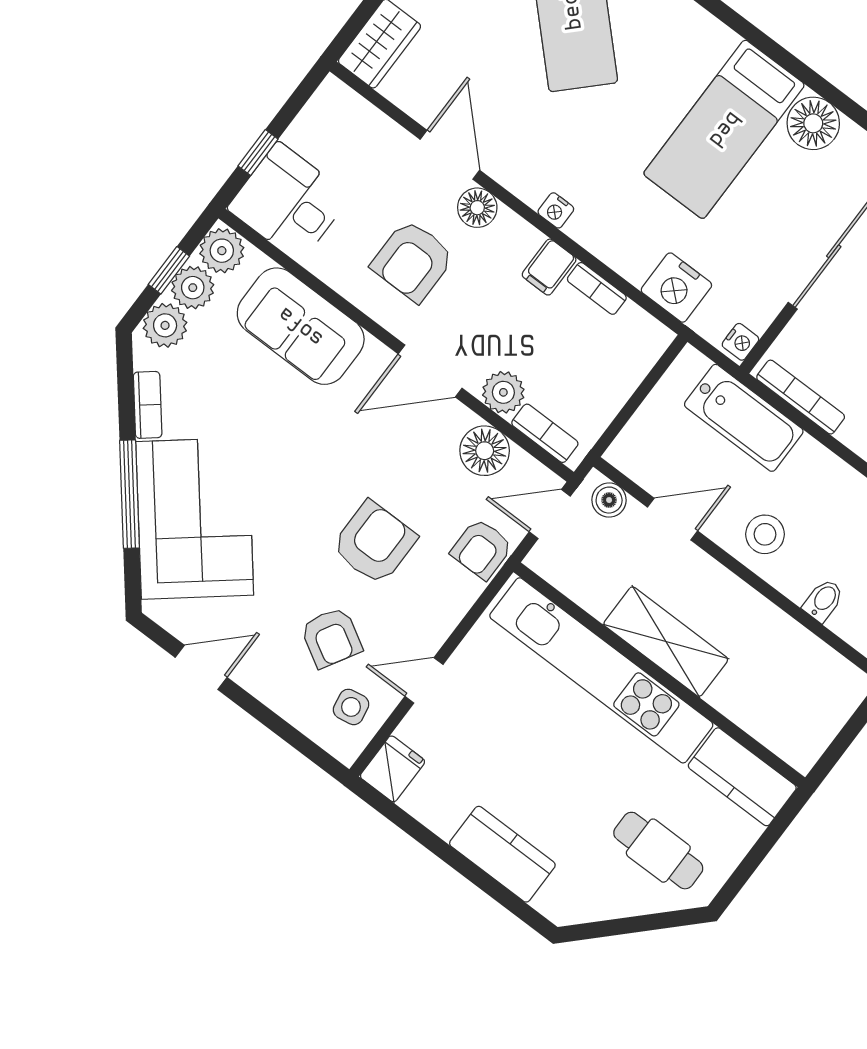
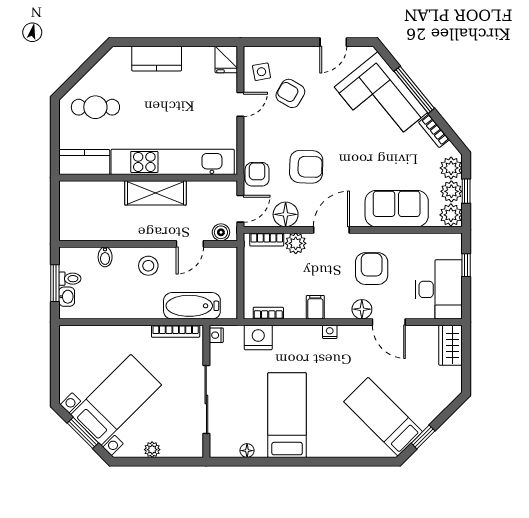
floor lamp: (813, 123) -> (247, 451), width x0.53, depth x0.53
desk: (289, 202) -> (439, 289), moved, width x1.37
bookcase: (597, 288) -> (268, 313), moved
armchair: (374, 543) -> (306, 167), moved, turned -88

